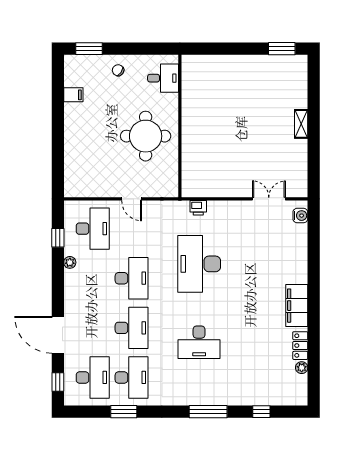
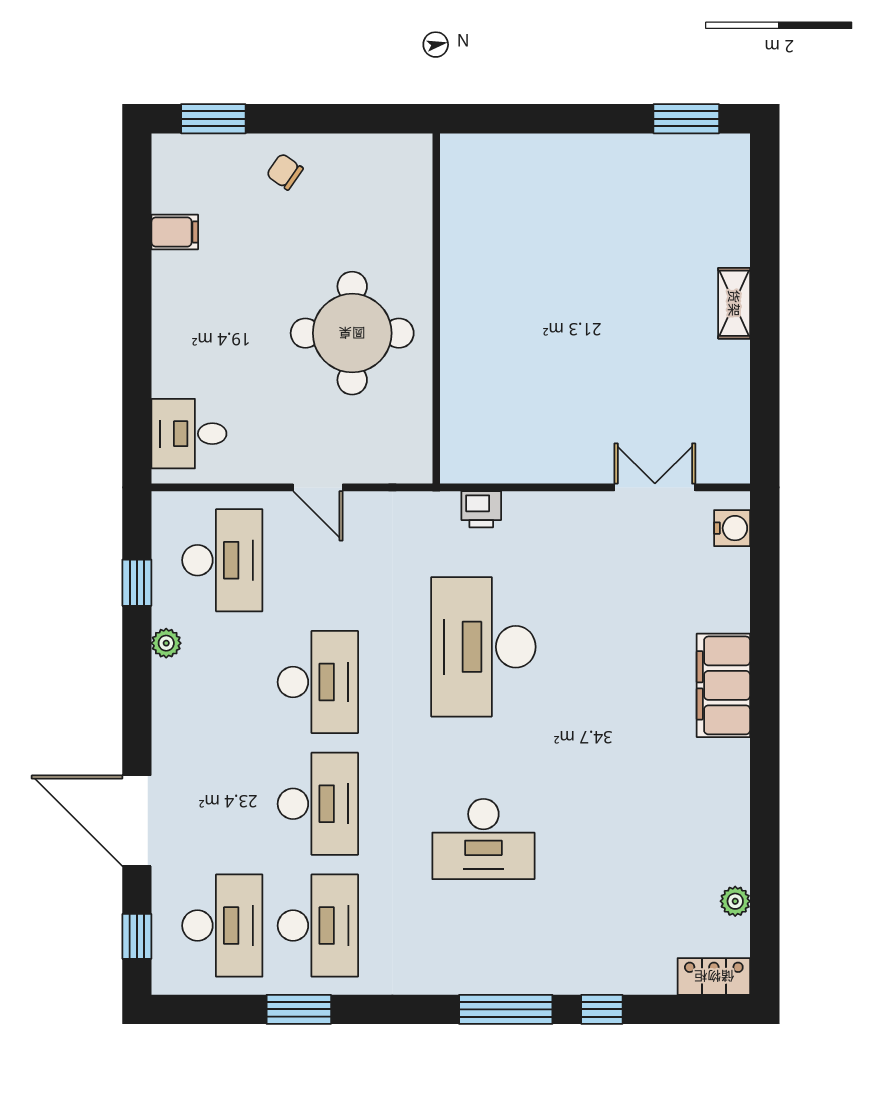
desk: (163, 78) -> (189, 434), moved, turned 180
filing cabinet: (297, 306) -> (723, 685), moved
locker: (300, 346) -> (714, 976), moved, turned 90
window: (261, 412) -> (602, 1009), moved

